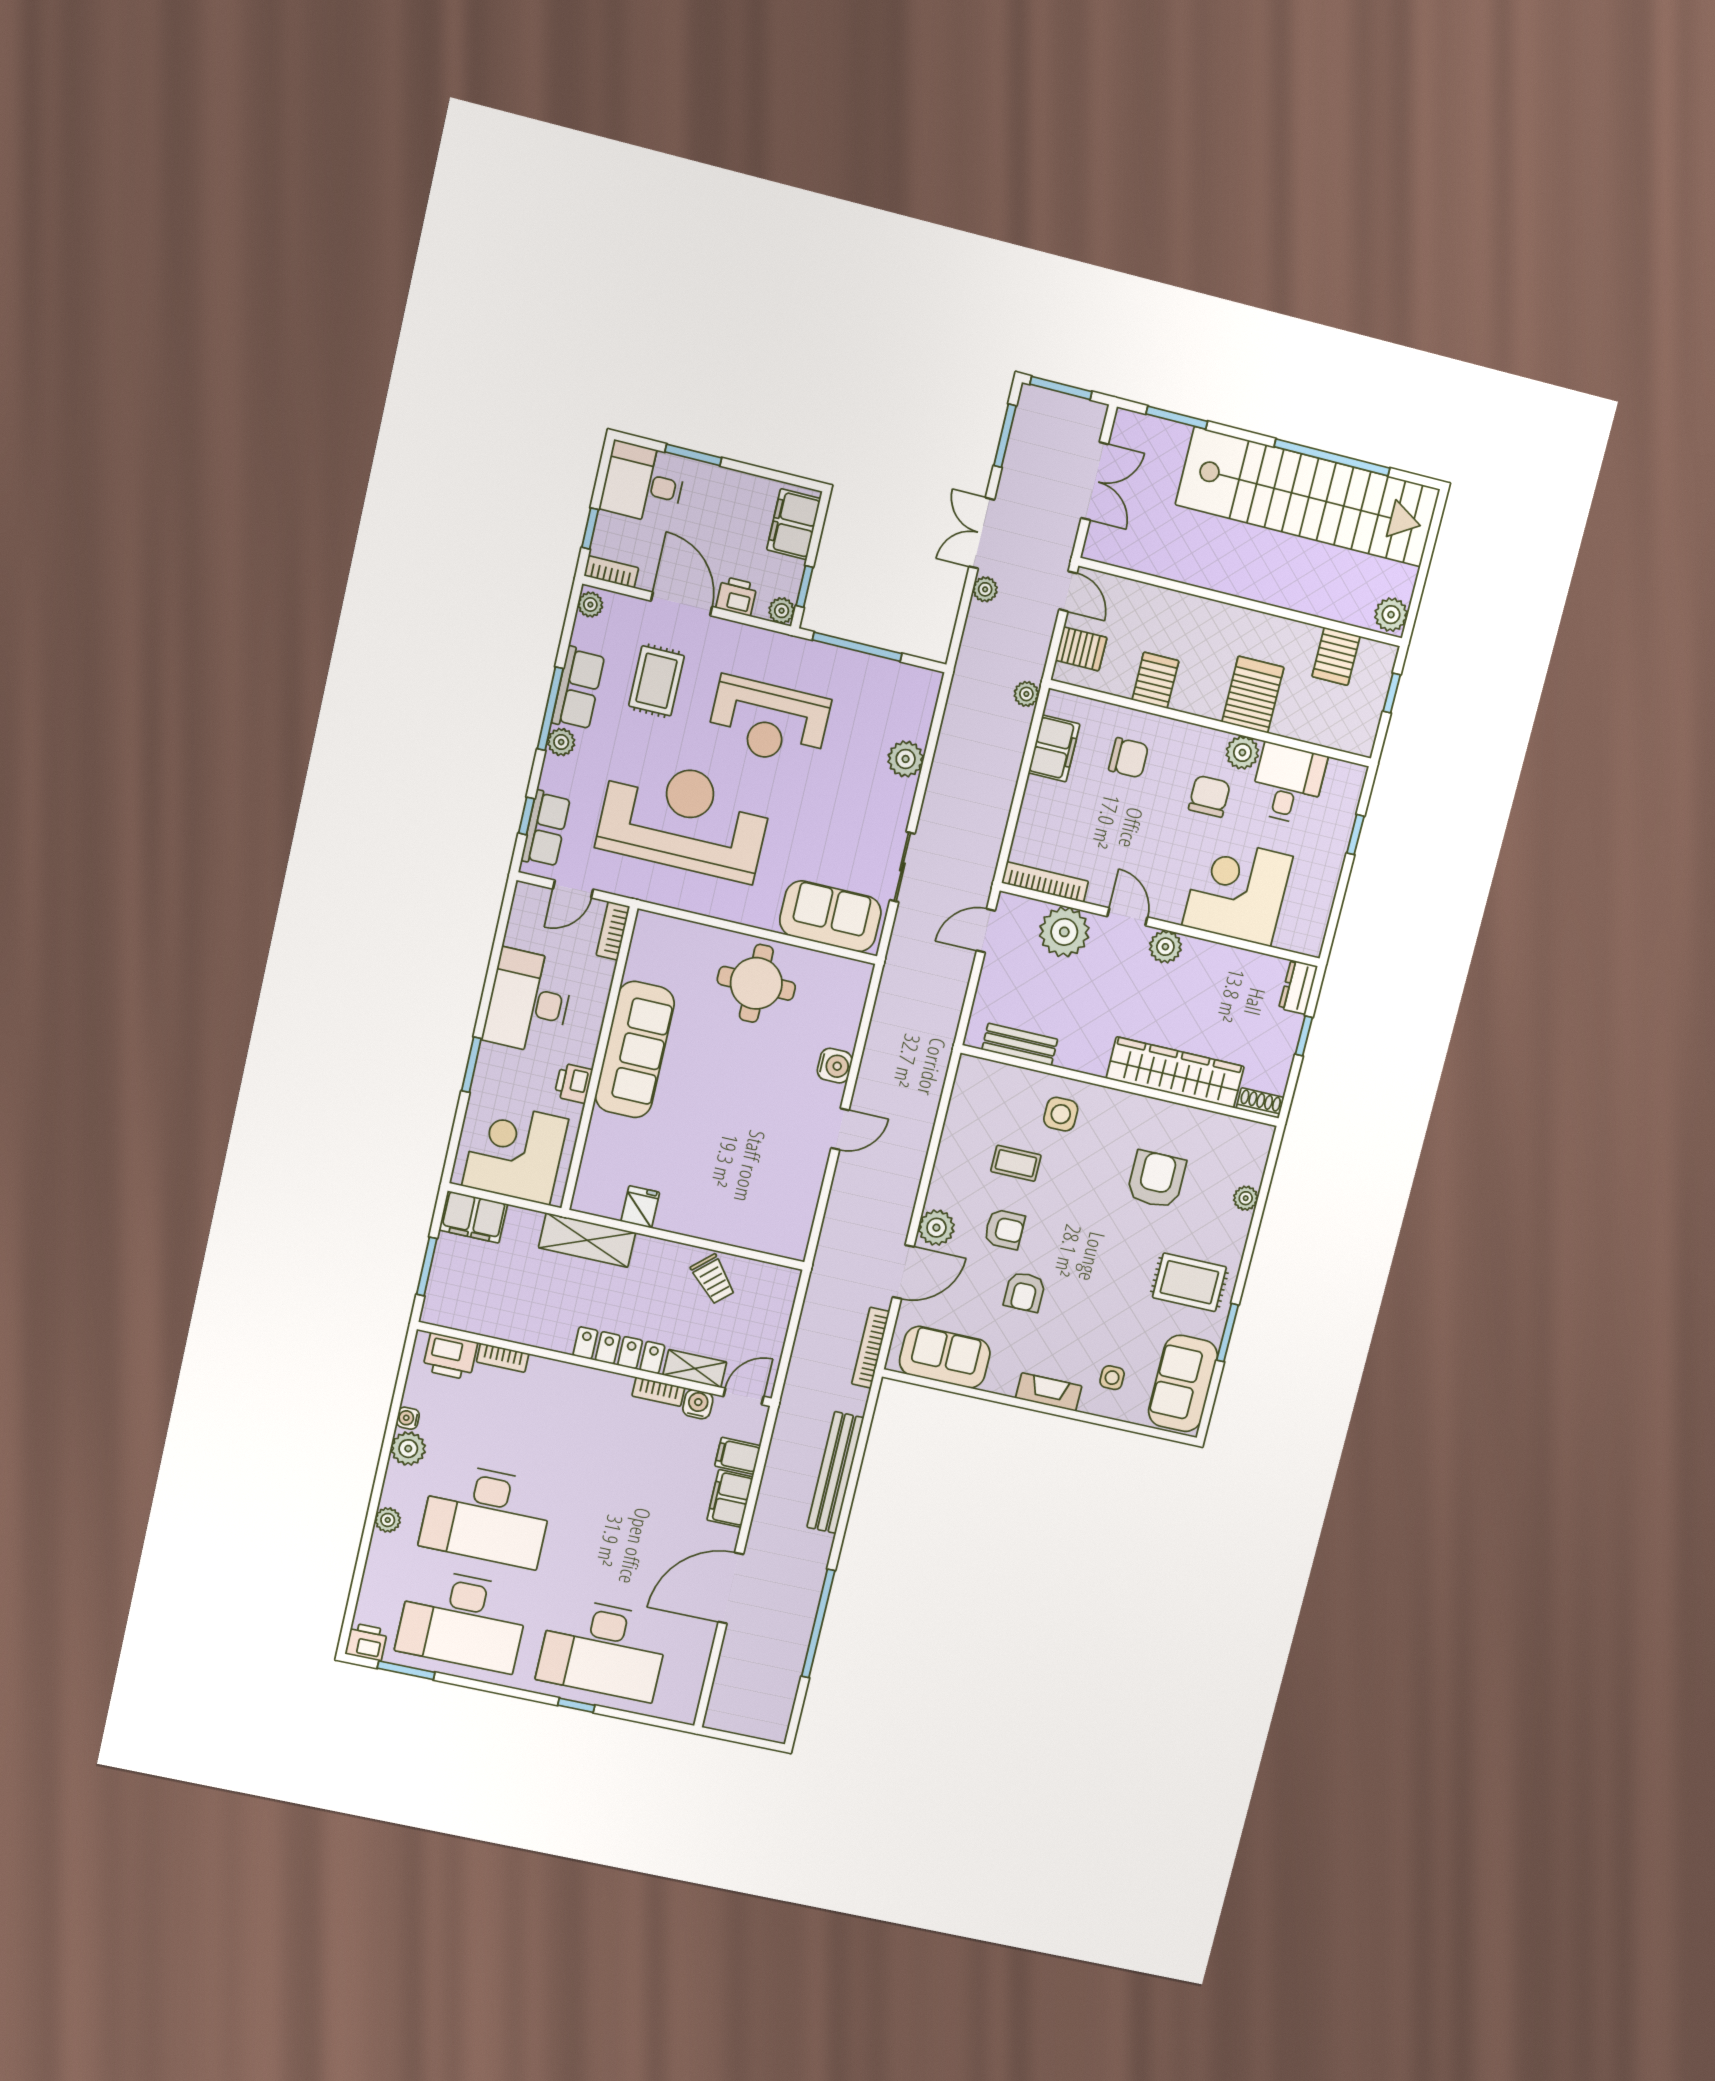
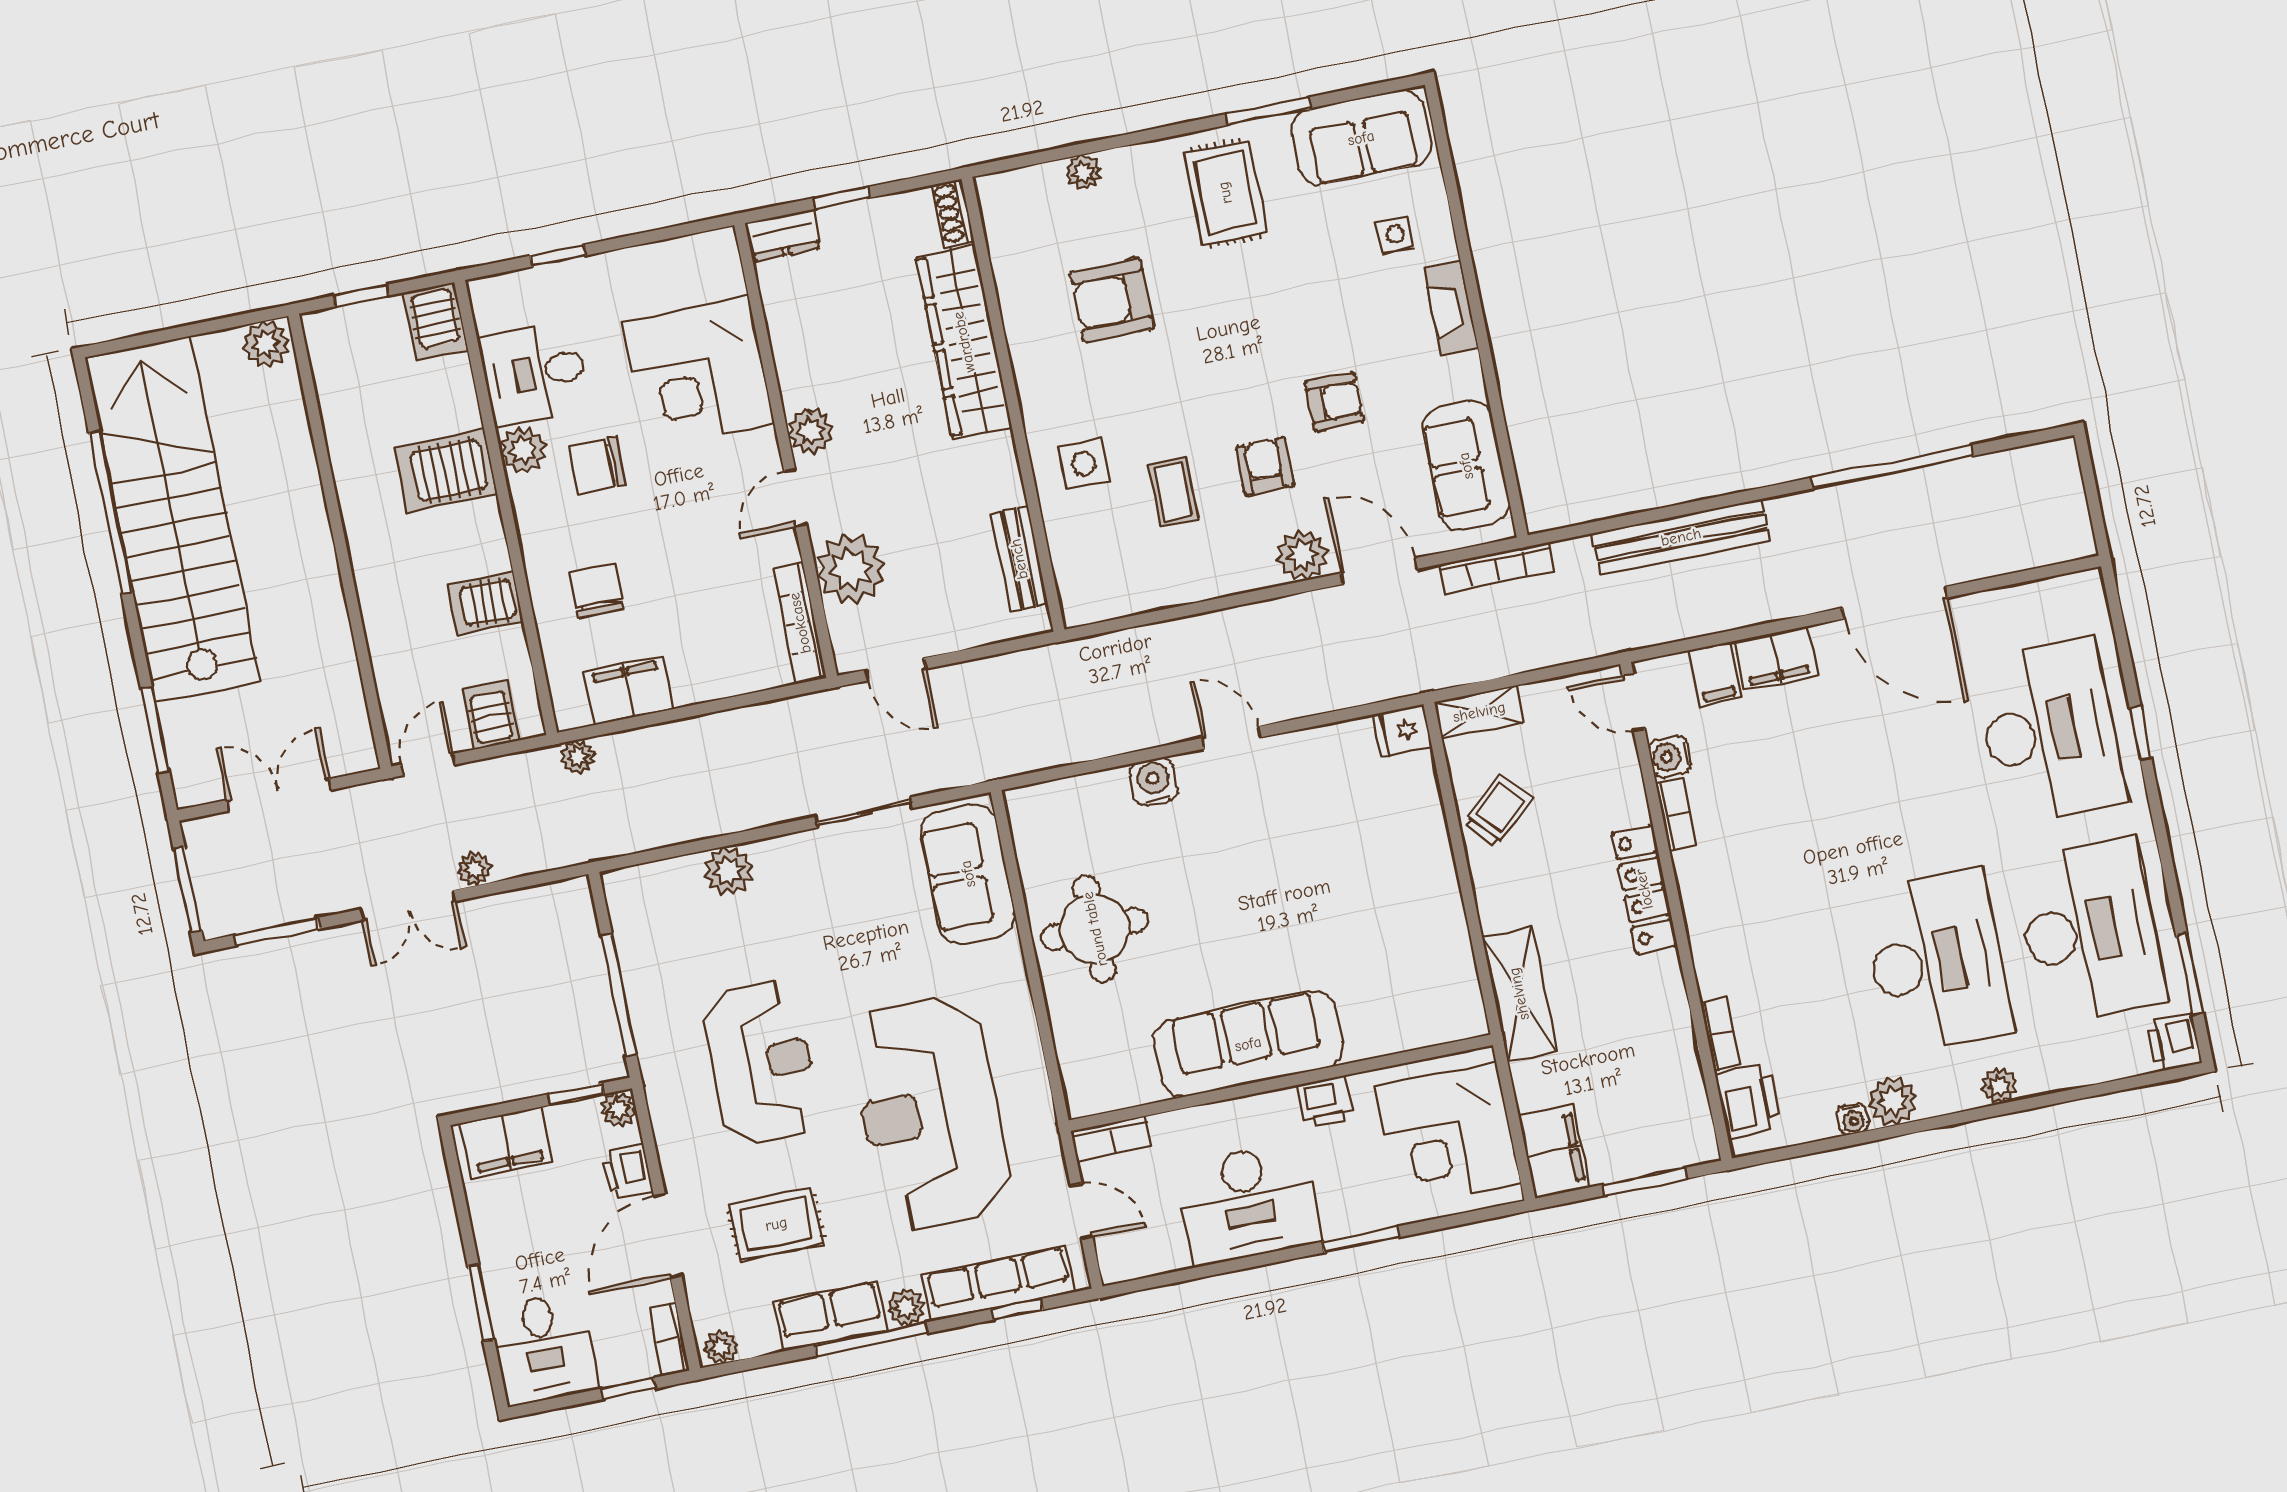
server rack: (1336, 656) -> (436, 321), moved, turned 90
row of seats: (546, 829) -> (999, 1283), width x1.48
fridge: (640, 1207) -> (1402, 731), moved
shelving: (695, 1369) -> (1479, 712), moved, turned 90

